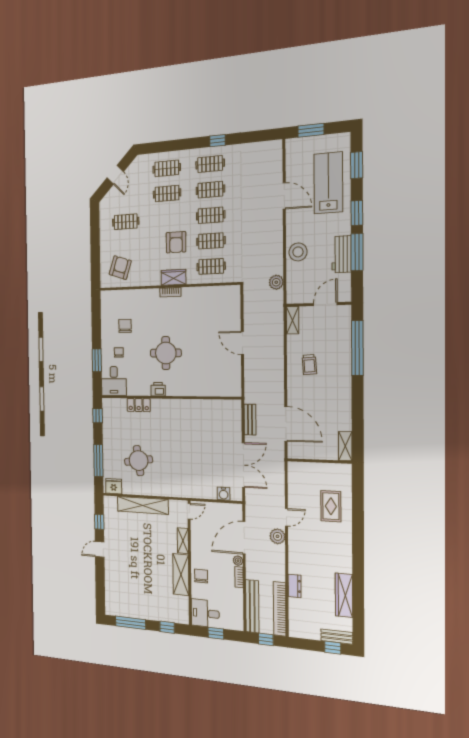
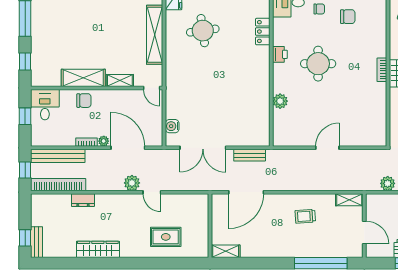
plant: (200, 389) -> (280, 101), added
wardrobe: (344, 595) -> (98, 249), moved

